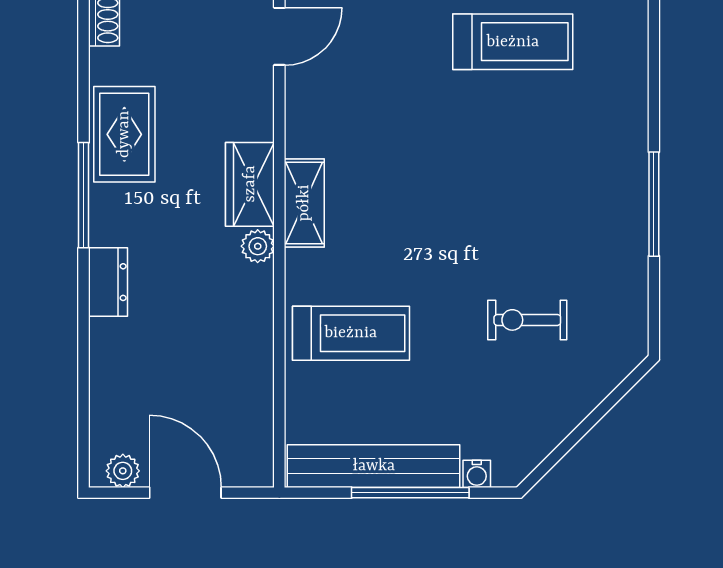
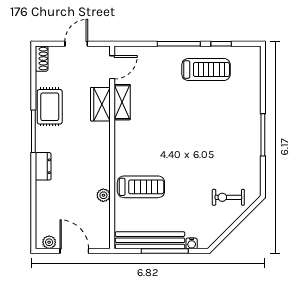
wardrobe: (250, 184) -> (100, 104), moved
shelving: (304, 203) -> (122, 102), moved
plant: (258, 246) -> (103, 195), moved
exercise bike: (527, 320) -> (228, 197), moved

